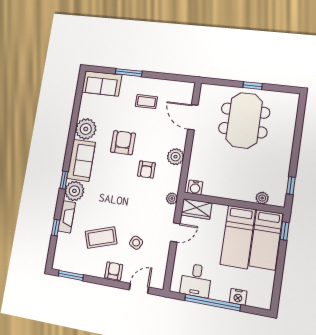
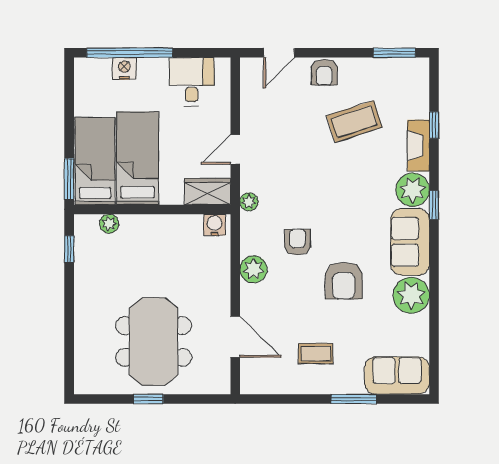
window: (285, 231) -> (69, 179), width x1.50
side table: (136, 243) -> (295, 123), removed
window: (213, 303) -> (130, 53), moved

